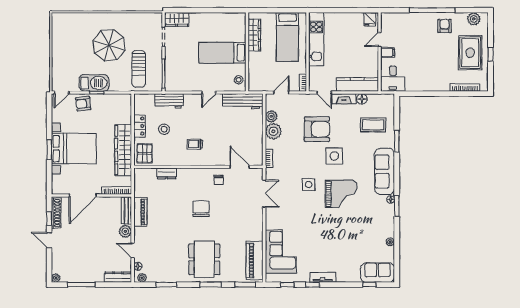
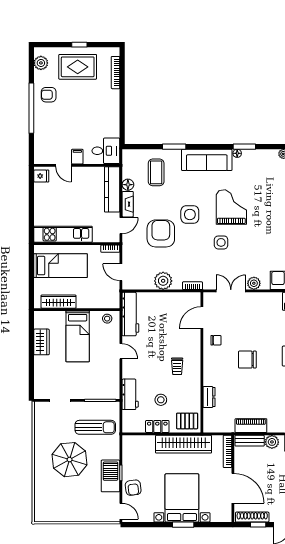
wardrobe: (177, 19) -> (41, 342), moved
plant: (271, 116) -> (254, 283), moved

